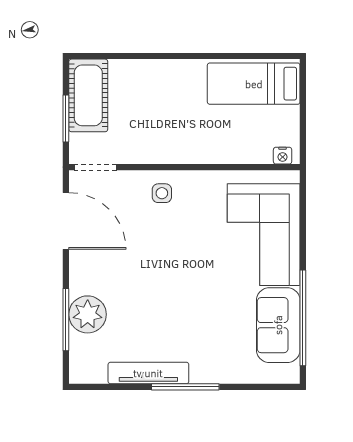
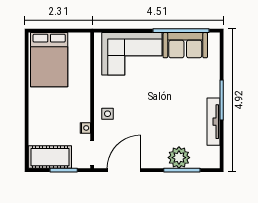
bed: (254, 84) -> (49, 60), width x1.50
nightstand: (283, 156) -> (85, 128), moved

